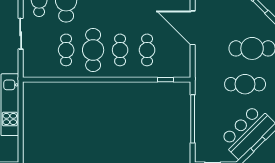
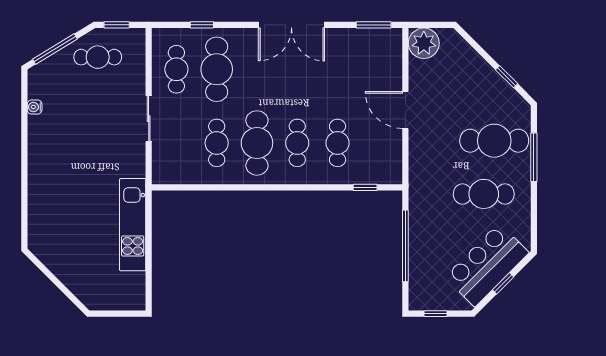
door: (193, 28) -> (405, 110), width x0.73

